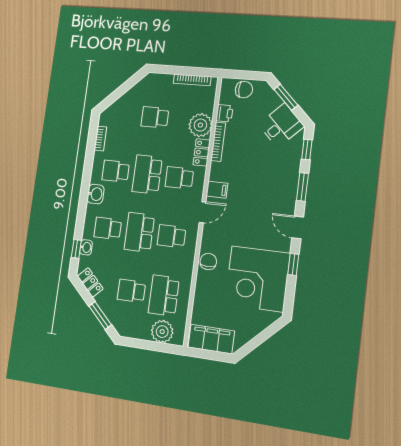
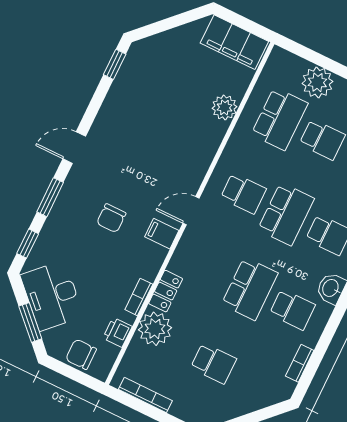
desk: (281, 125) -> (52, 296), width x1.37
bookcase: (218, 142) -> (139, 297), width x0.64
school desk: (179, 178) -> (207, 268), removed
door: (298, 227) -> (74, 148), swing flipped
chair: (208, 261) -> (111, 218), moved
window: (293, 264) -> (115, 64), moved
corner desk: (257, 279) -> (148, 100), removed
plant: (203, 291) -> (225, 107), added
plant: (162, 332) -> (317, 82), moved

